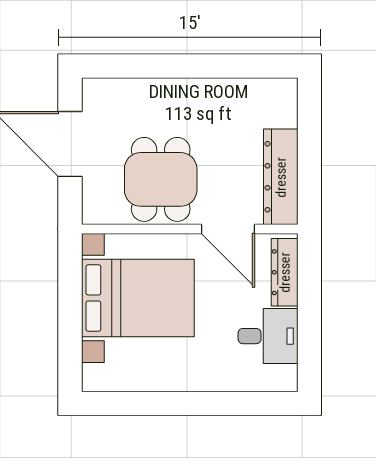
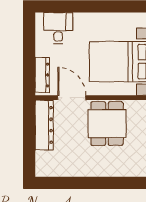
desk: (268, 336) -> (58, 28), moved, turned 90

